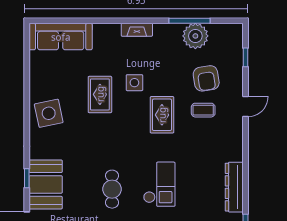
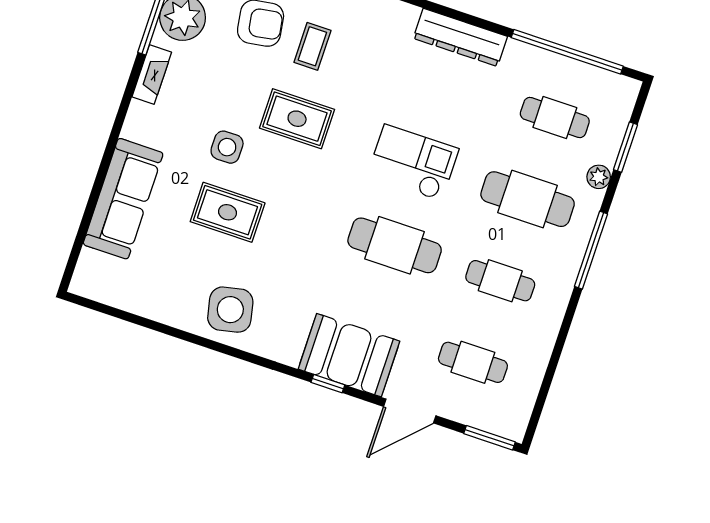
fireplace: (137, 30) -> (152, 75), moved
sofa: (61, 37) -> (123, 199), moved
cafe table: (112, 189) -> (395, 245), width x1.37, depth x1.35

